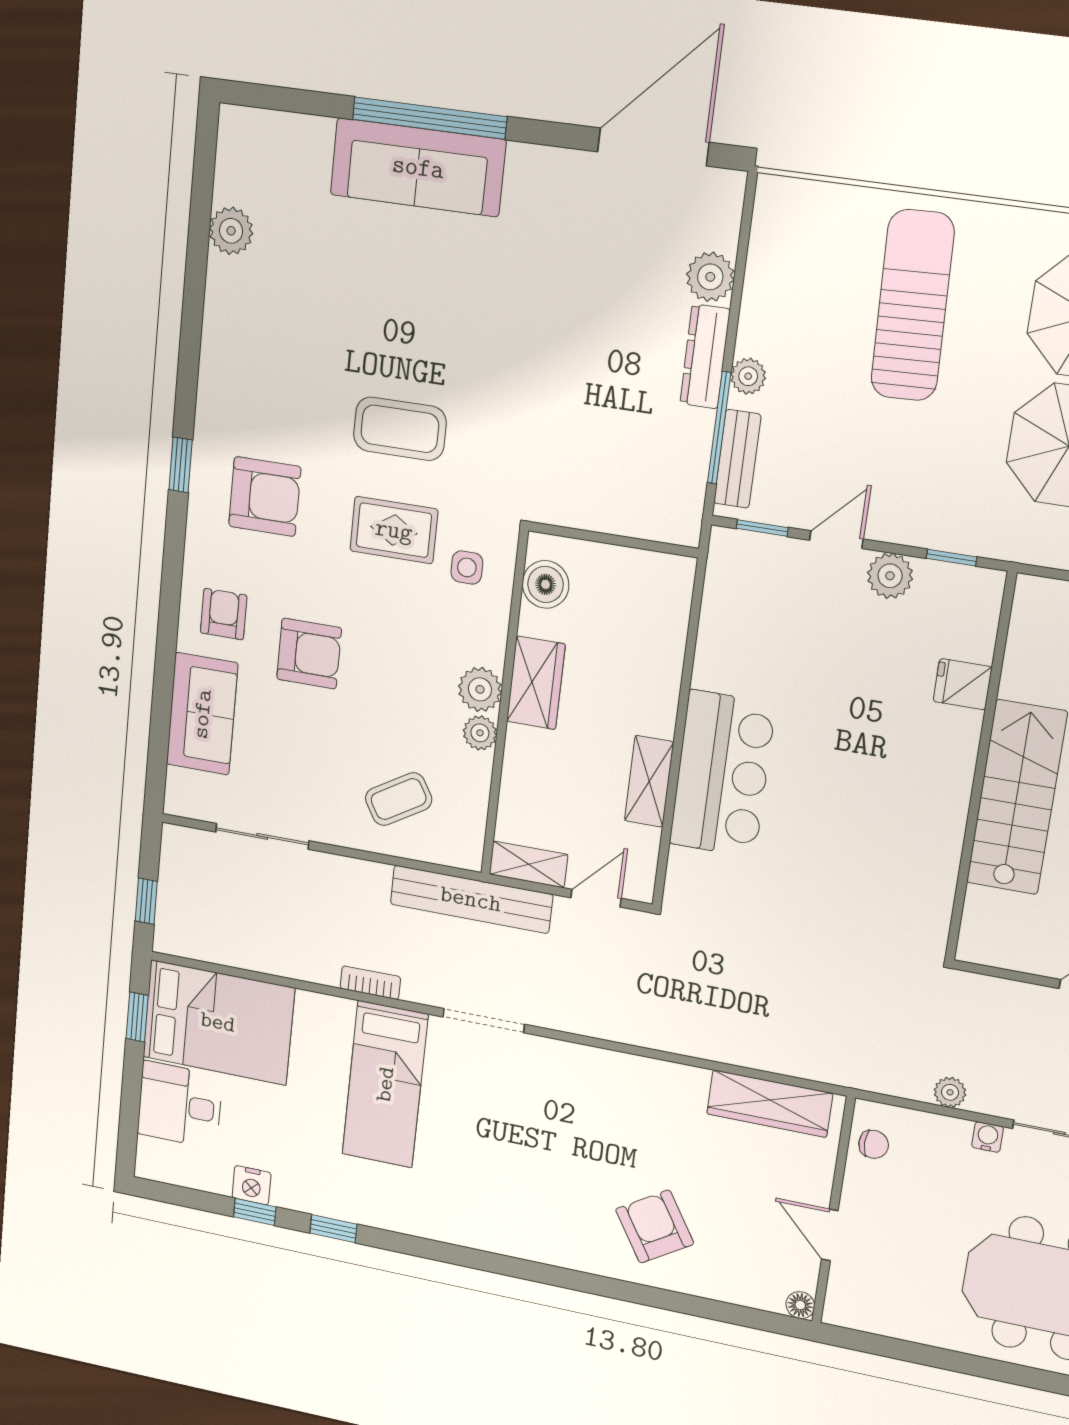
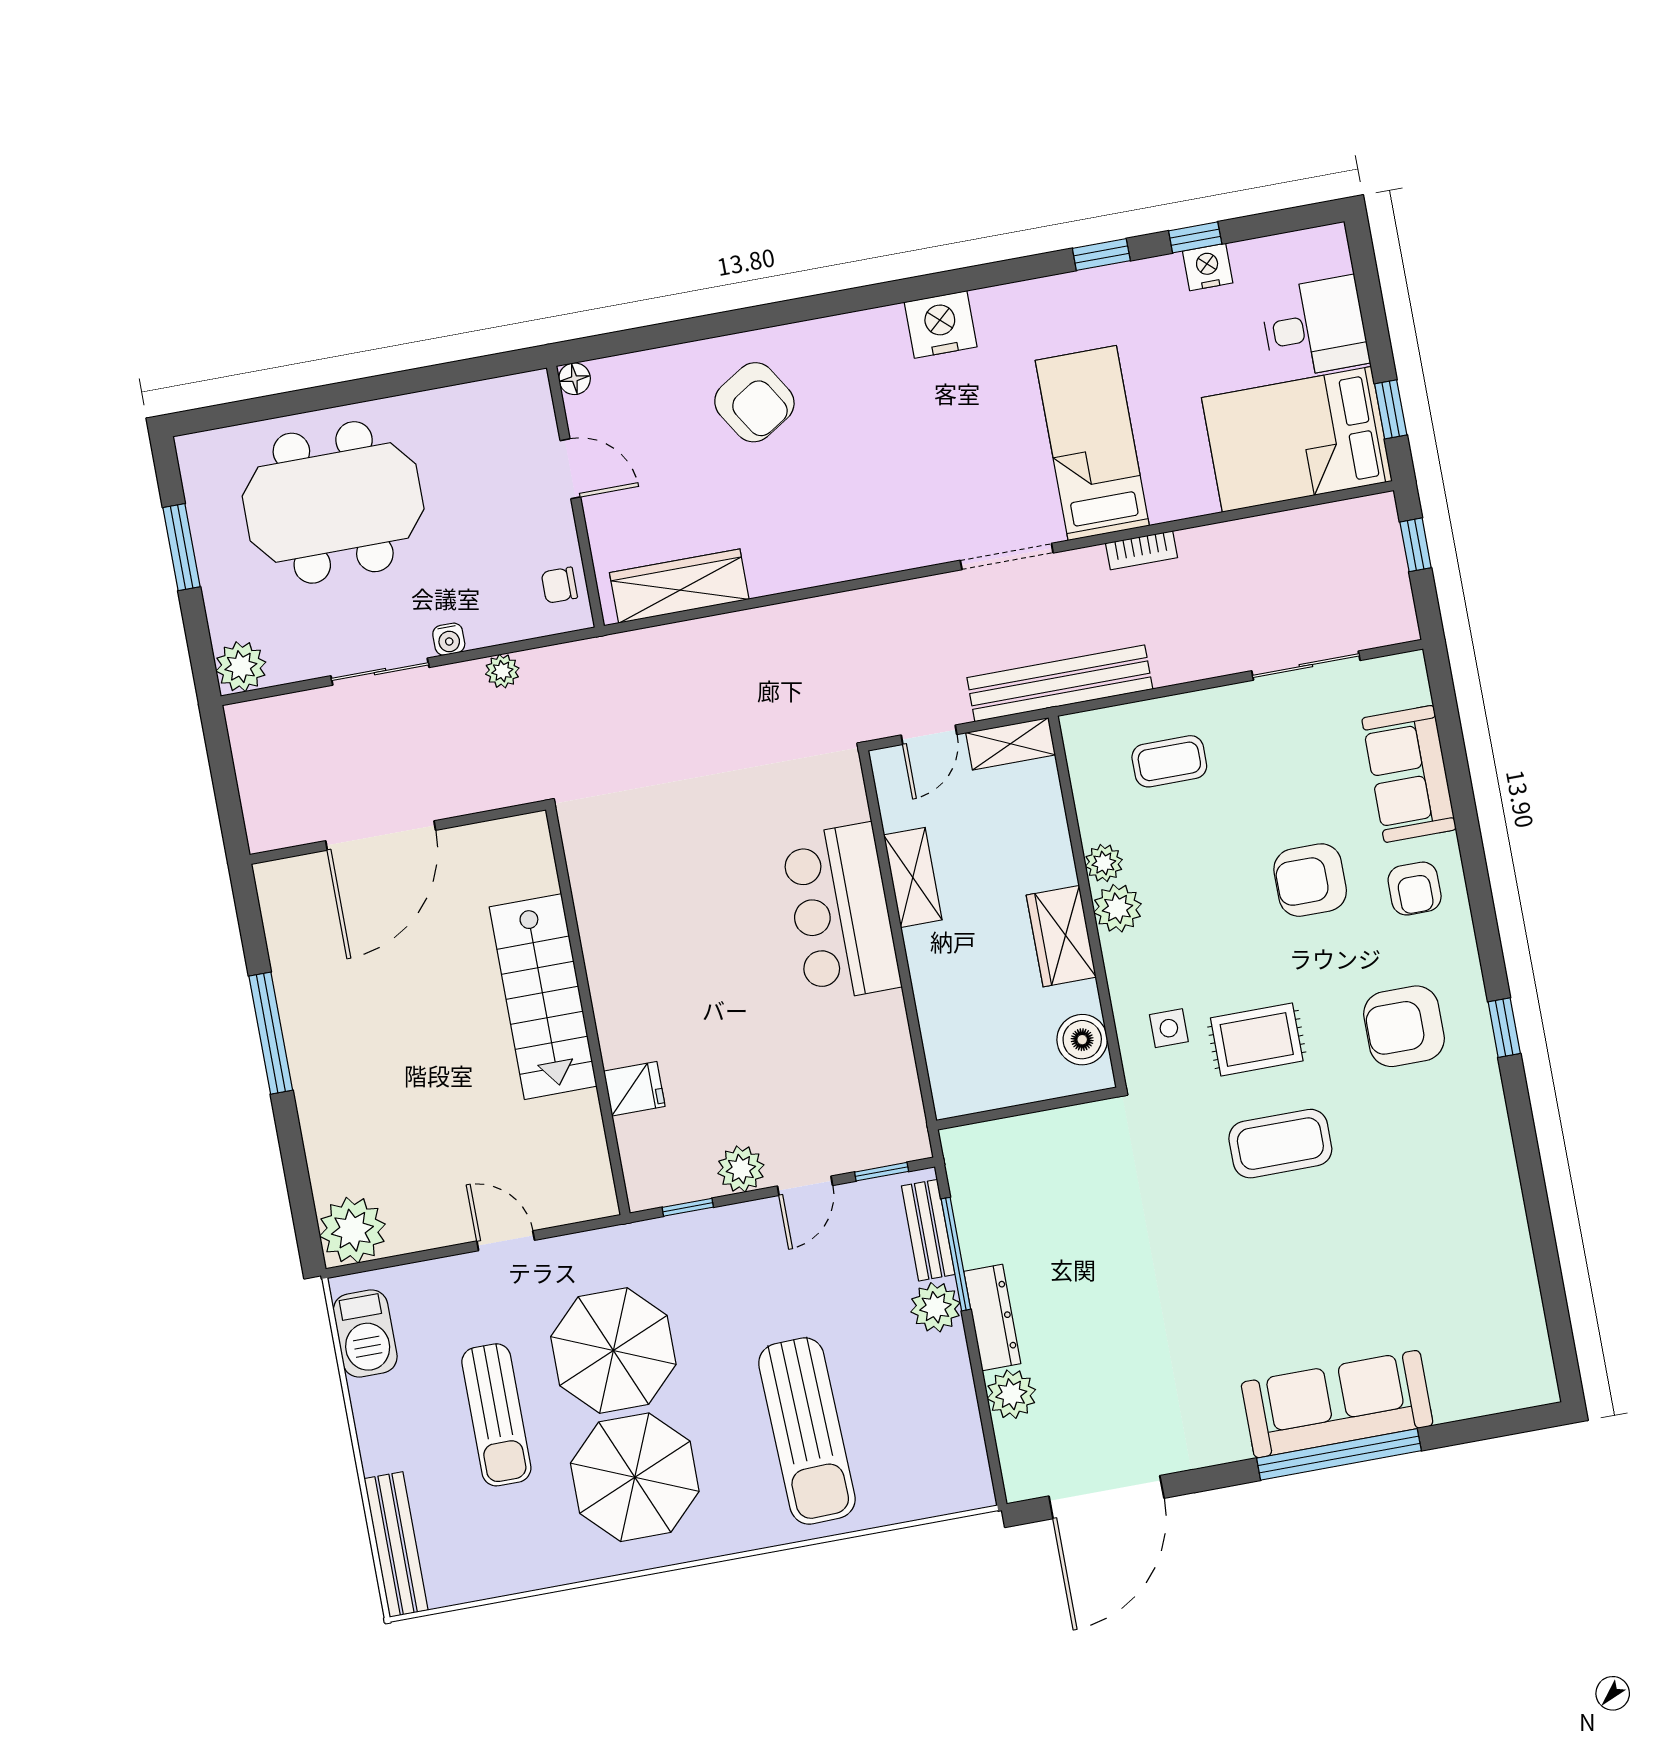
plant: (231, 231) -> (1514, 1281), removed
plant: (748, 376) -> (935, 1307), width x1.38, depth x1.38
coffee table: (399, 799) -> (1169, 761), turned 31
nightstand: (480, 1227) -> (941, 324), added

